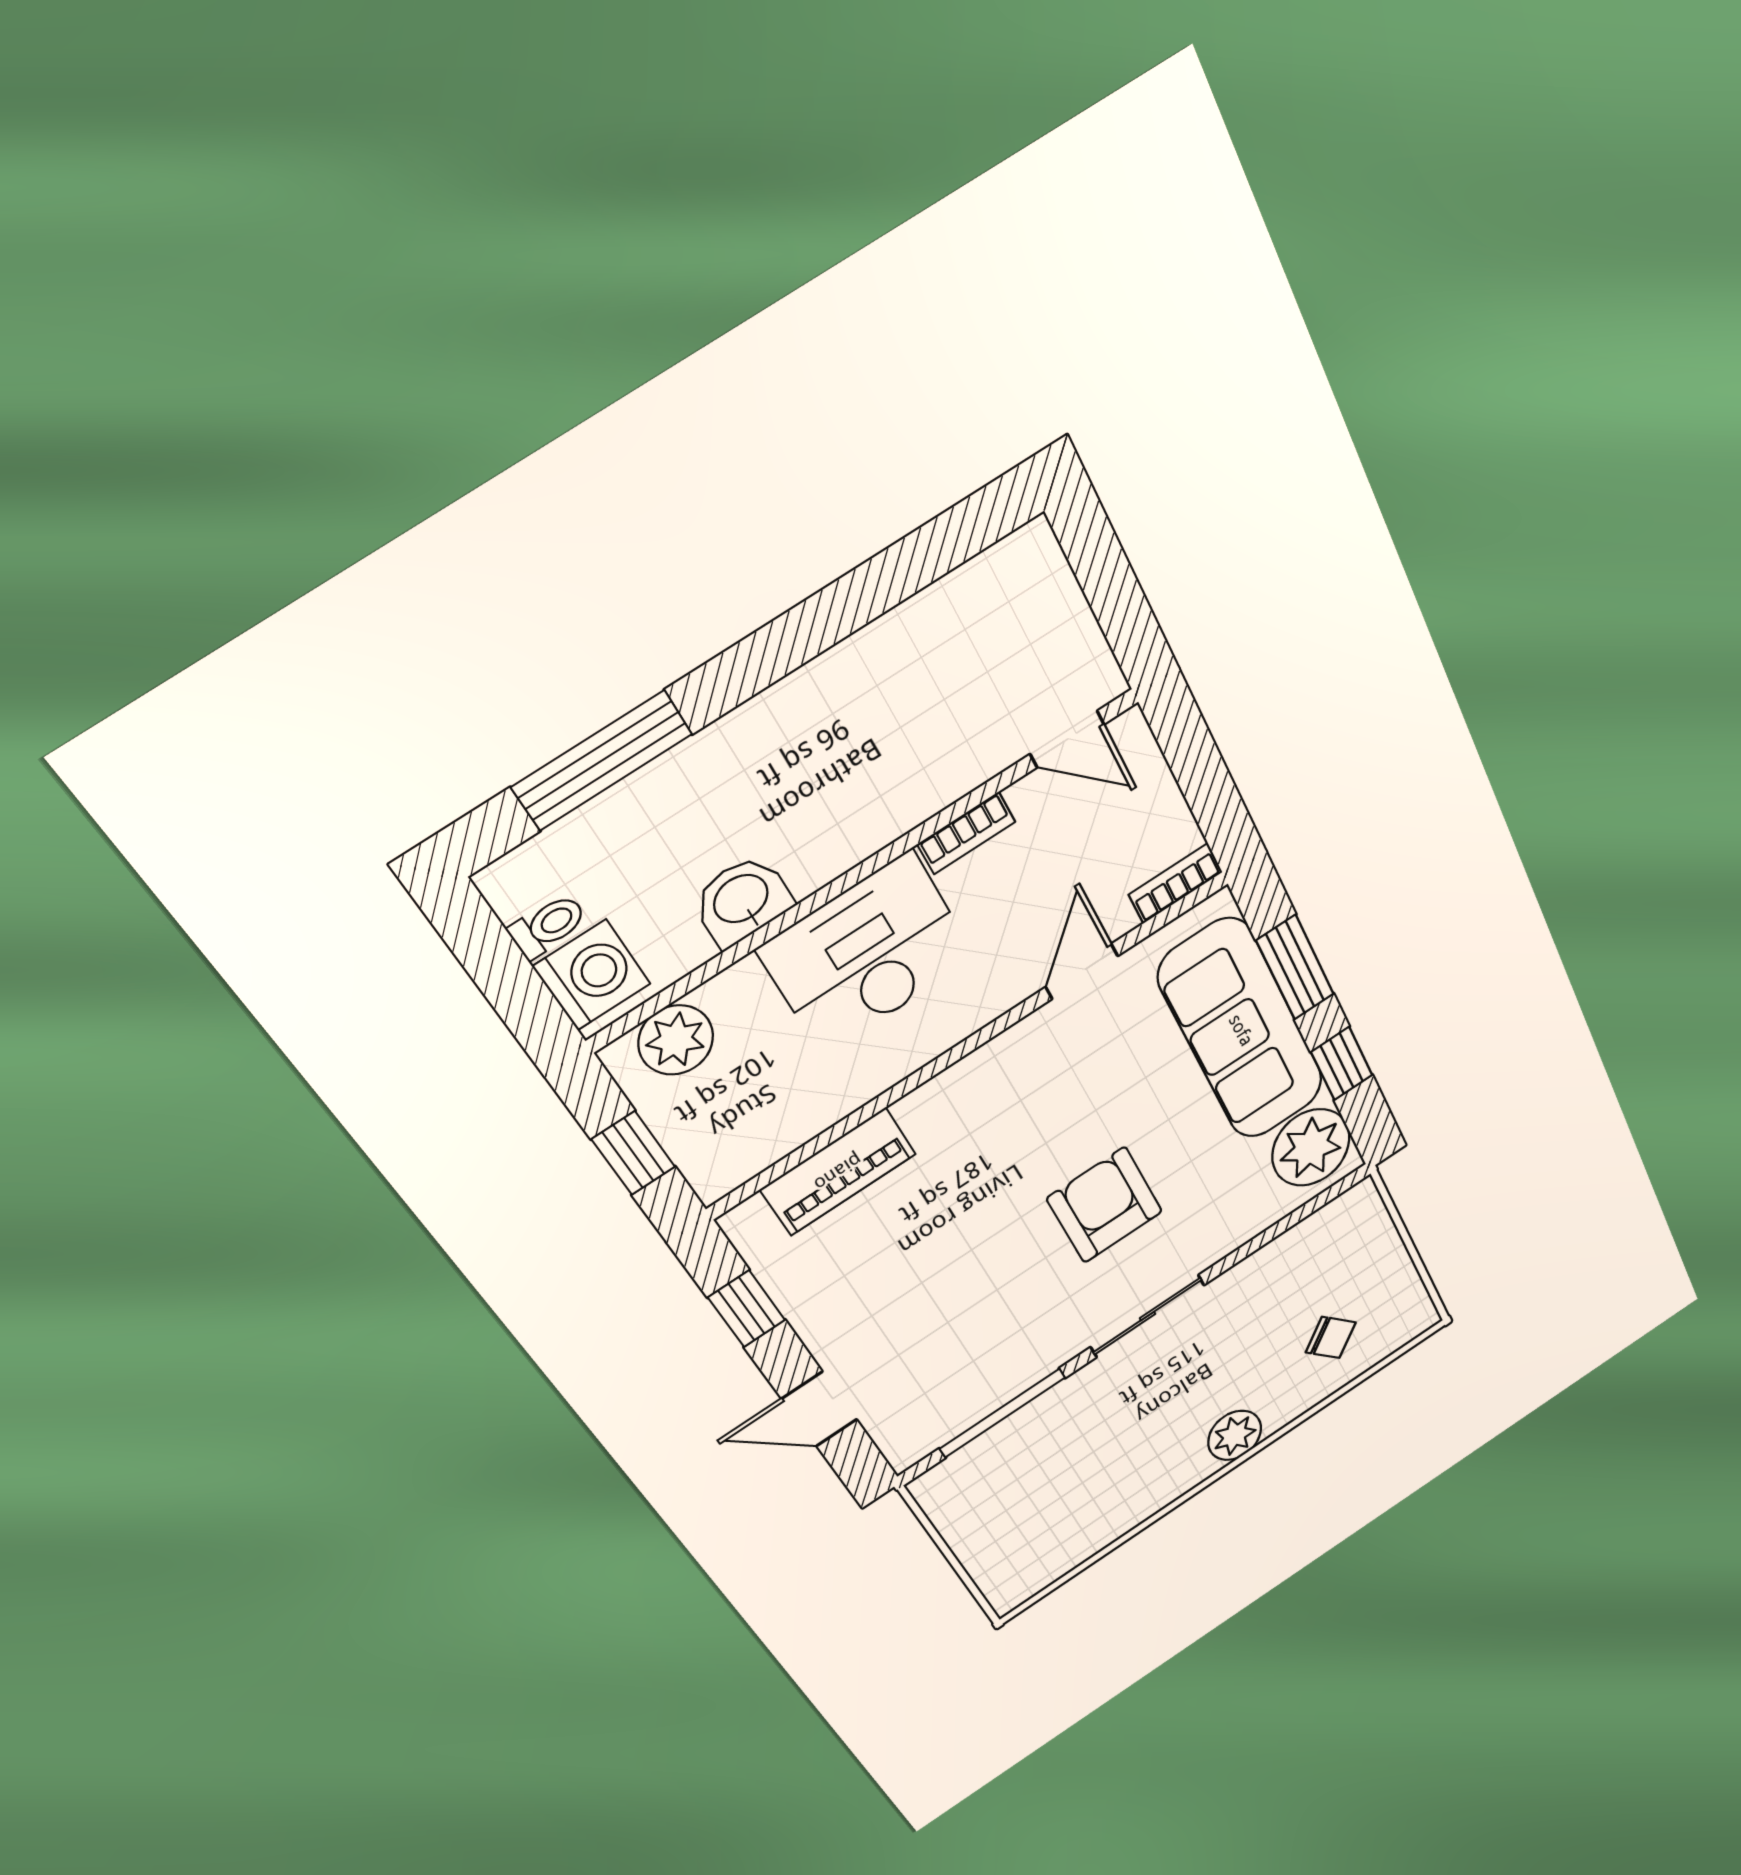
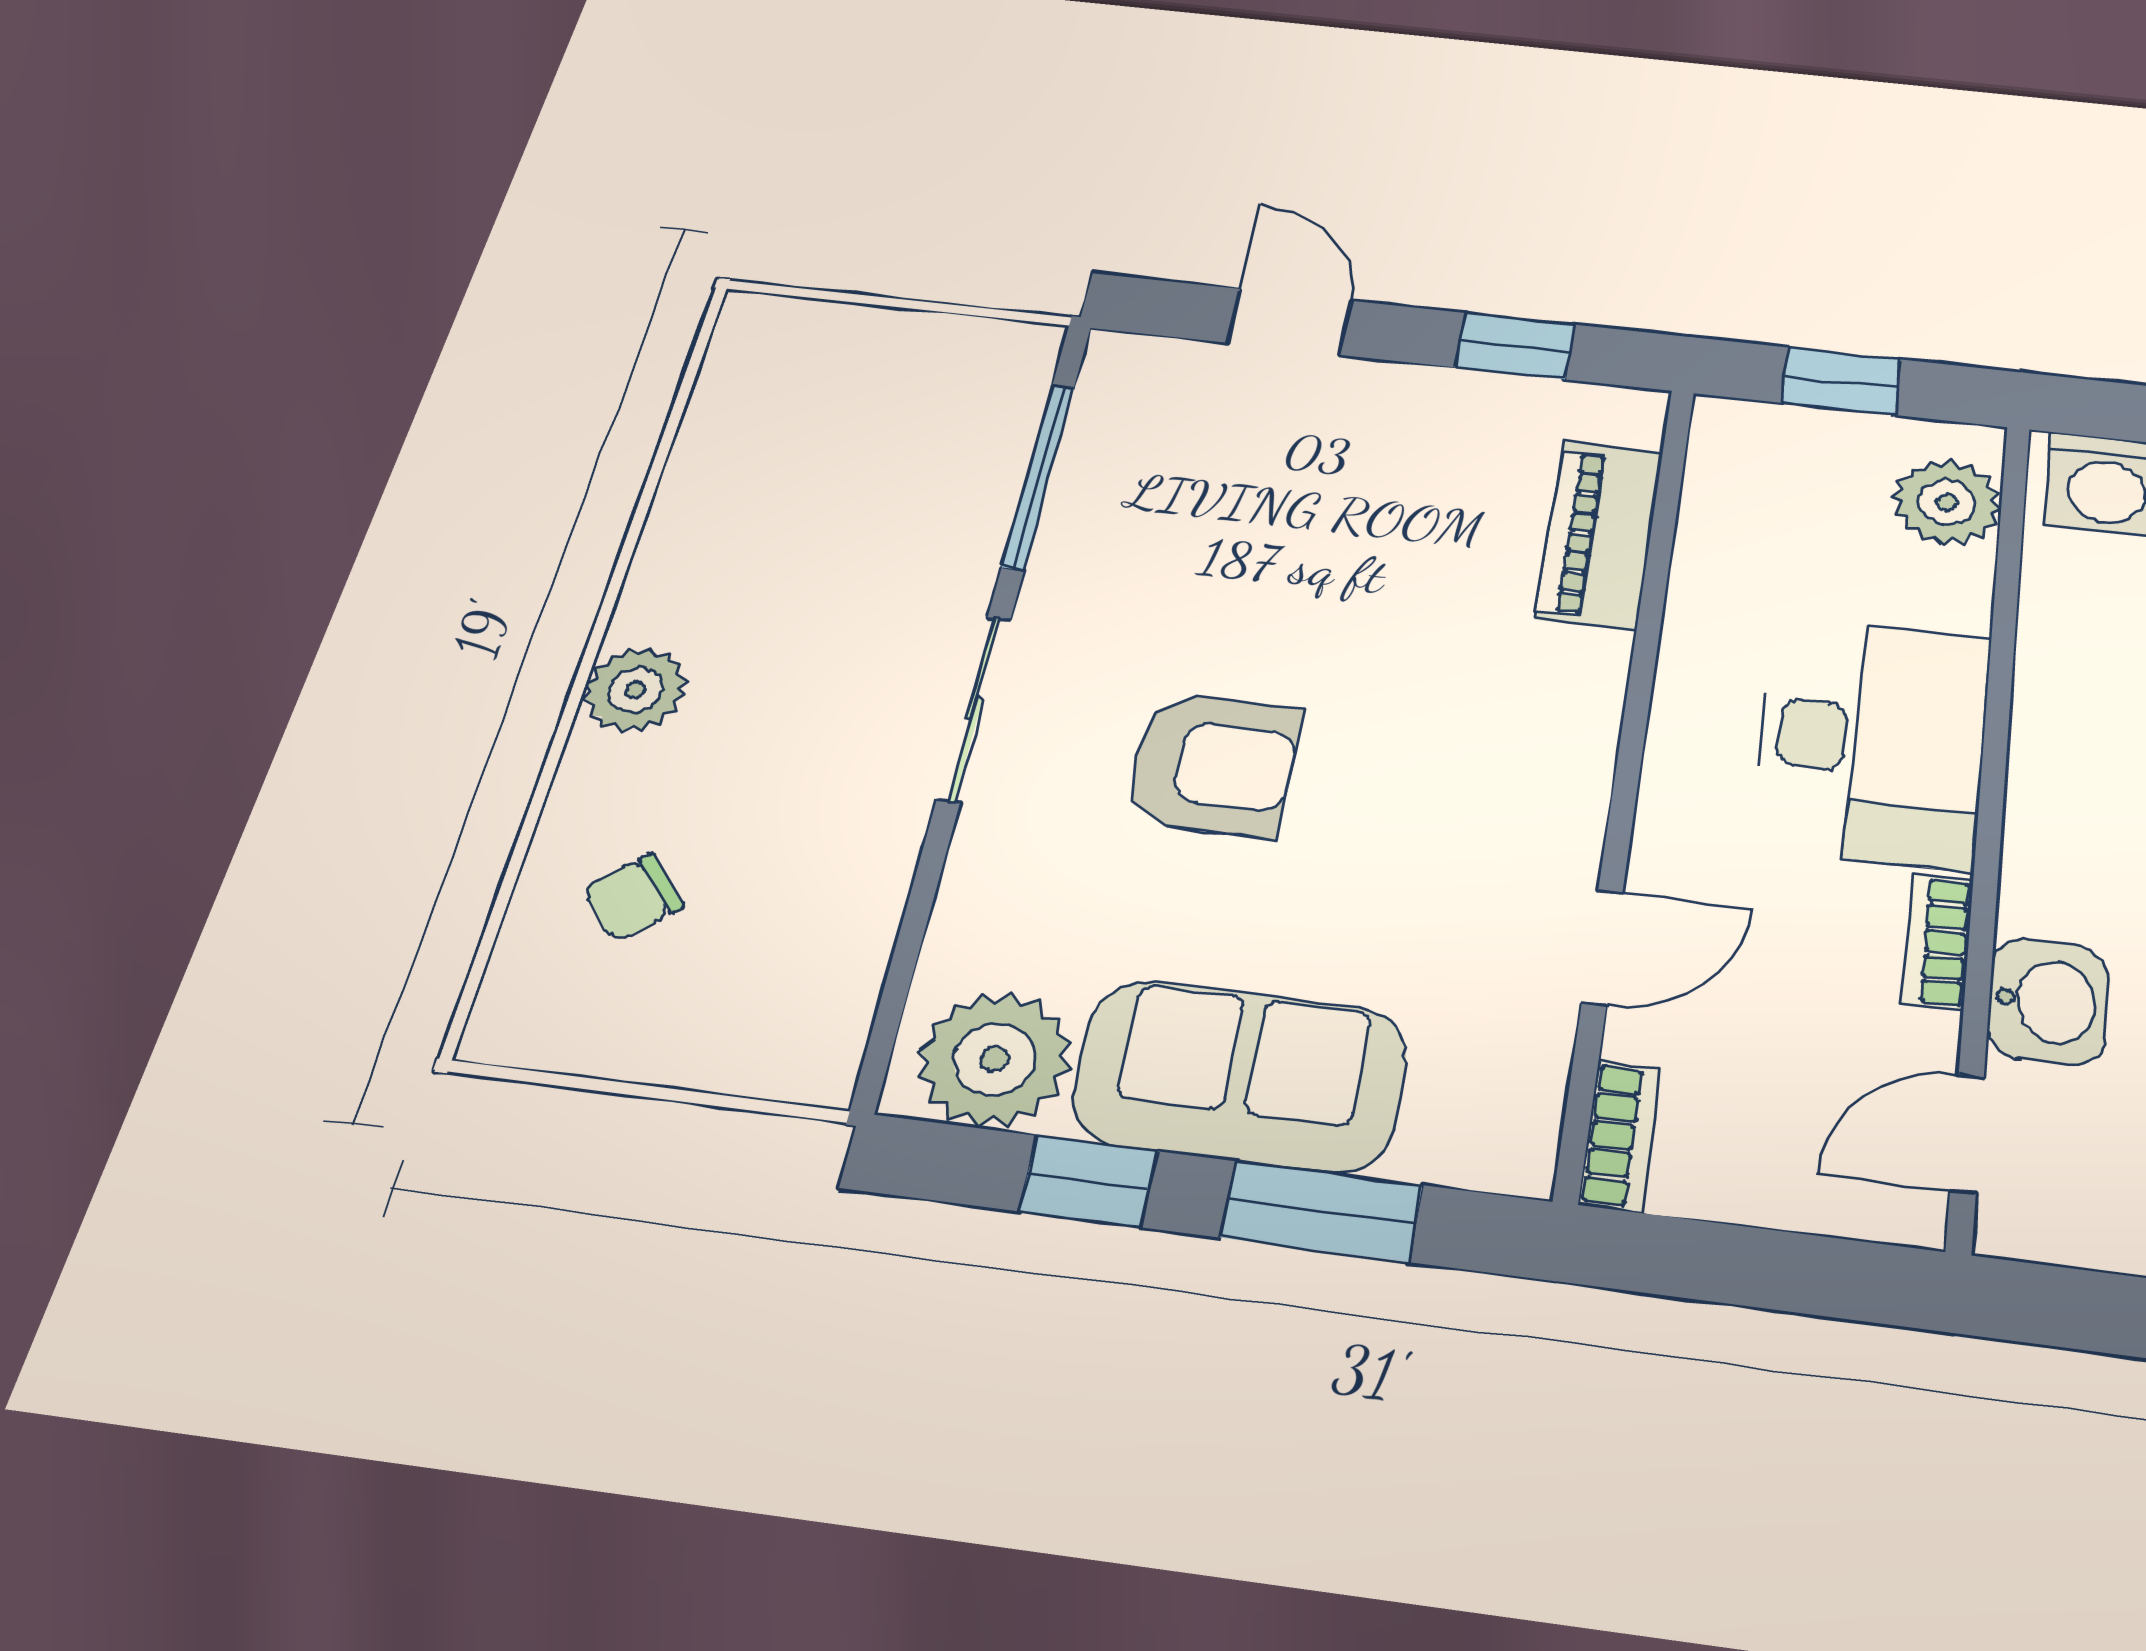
washbasin: (742, 900) -> (2048, 1002), moved
door: (1082, 971) -> (1602, 948), hinge flipped
sofa: (1241, 1030) -> (1240, 1076), width x0.73
door: (819, 1409) -> (1289, 322), hinge flipped

